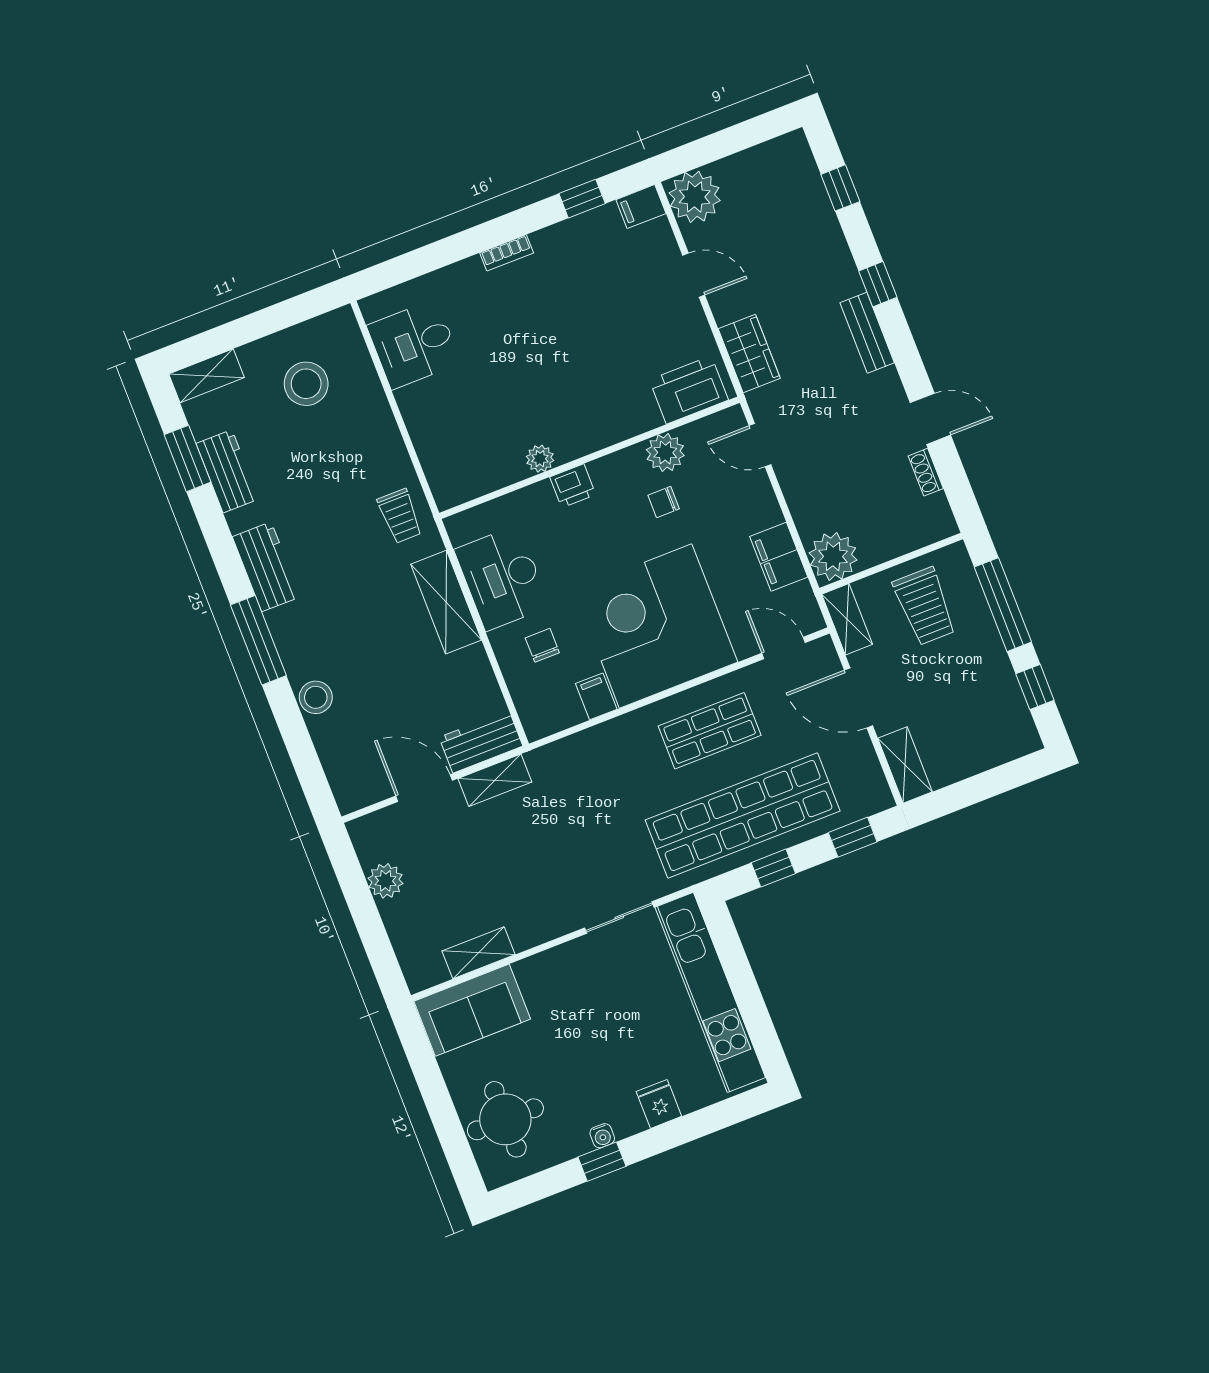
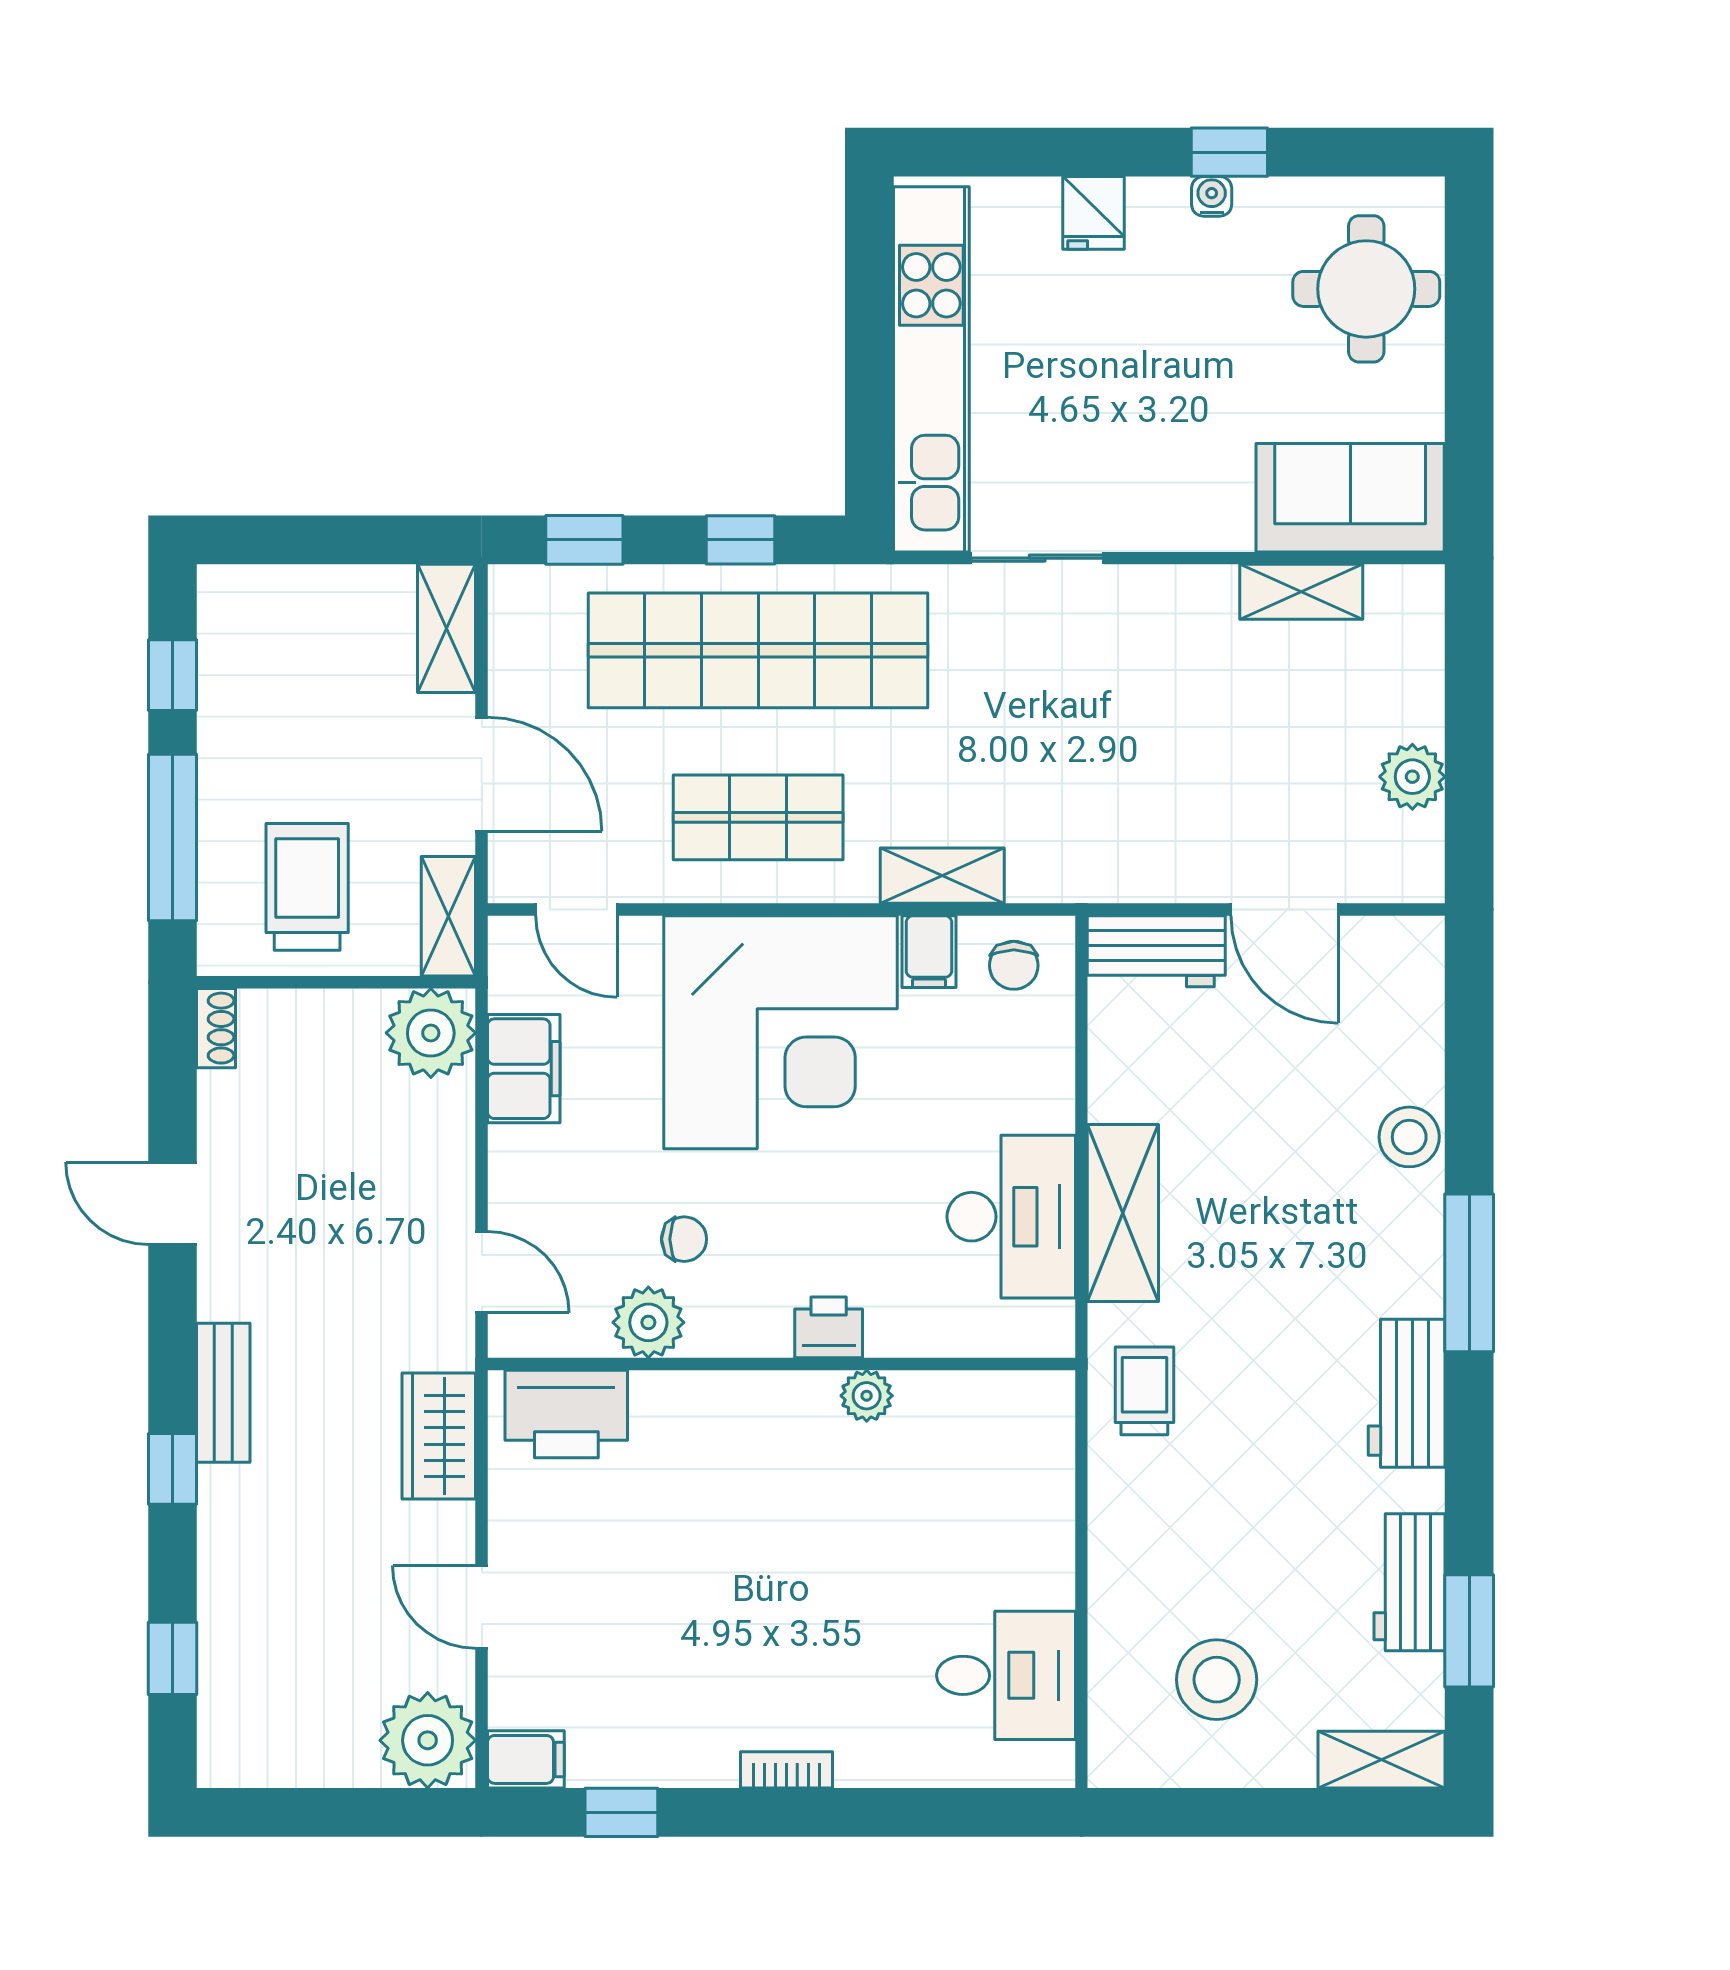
shoe rack: (926, 472) -> (216, 1028), moved
chair: (542, 645) -> (1014, 965), moved
shelving: (495, 780) -> (942, 876), moved

